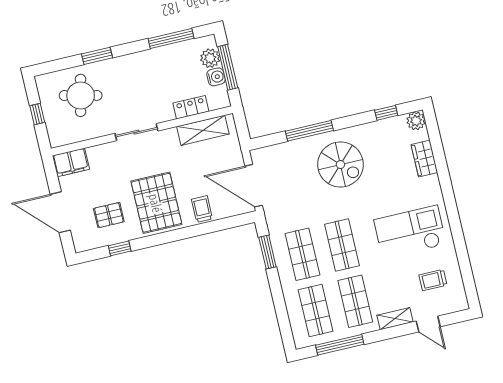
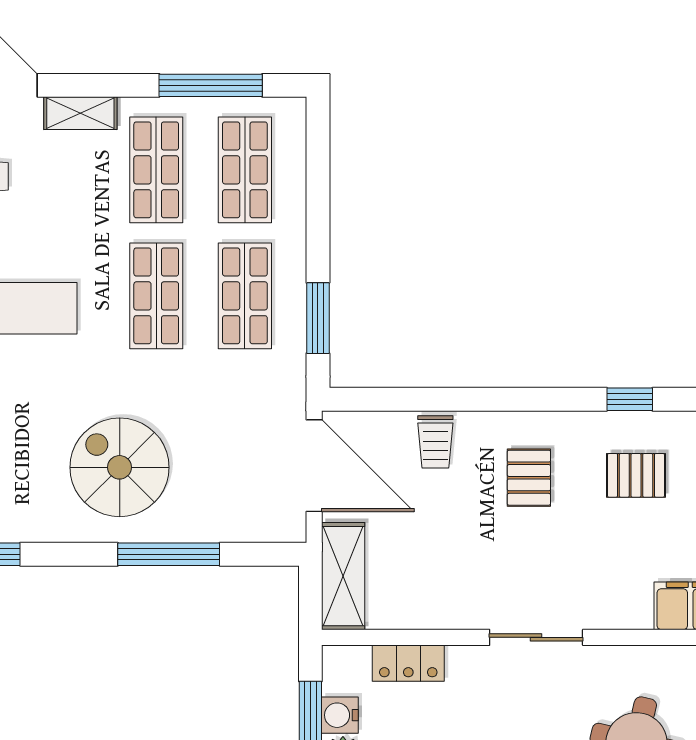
shelving: (203, 130) -> (343, 576), moved, turned 90
pallet: (156, 203) -> (529, 478), width x0.49, depth x0.50

